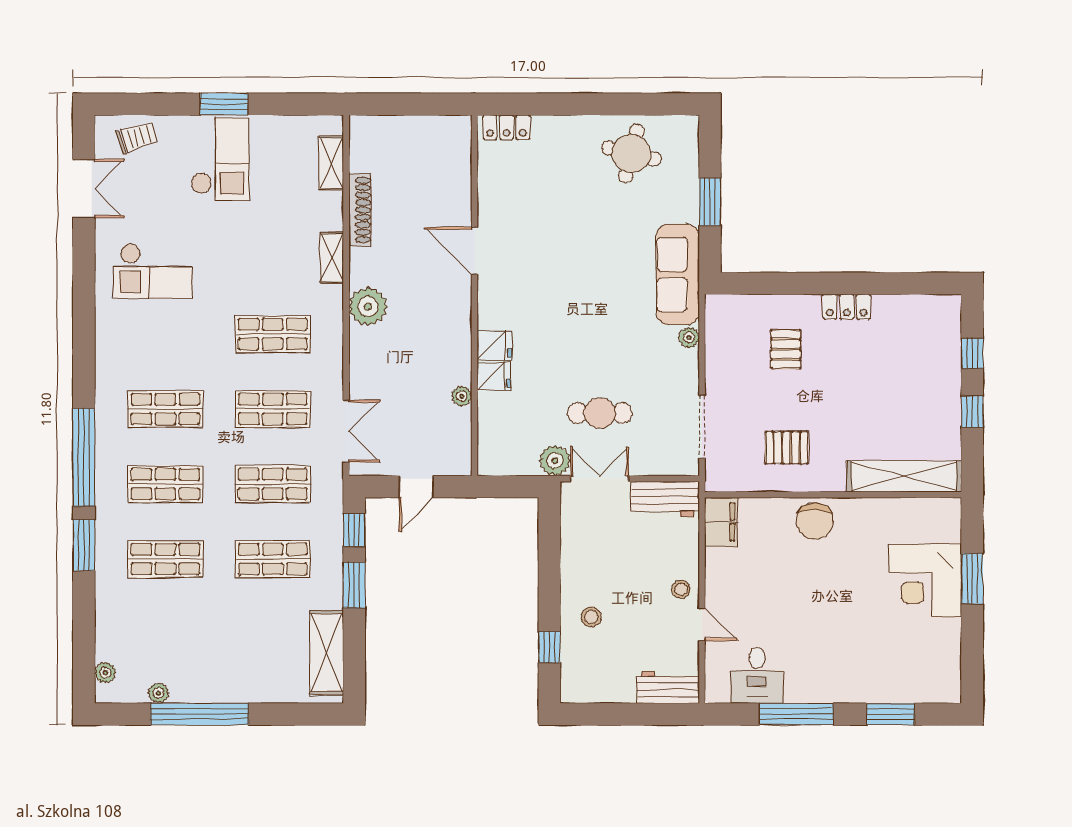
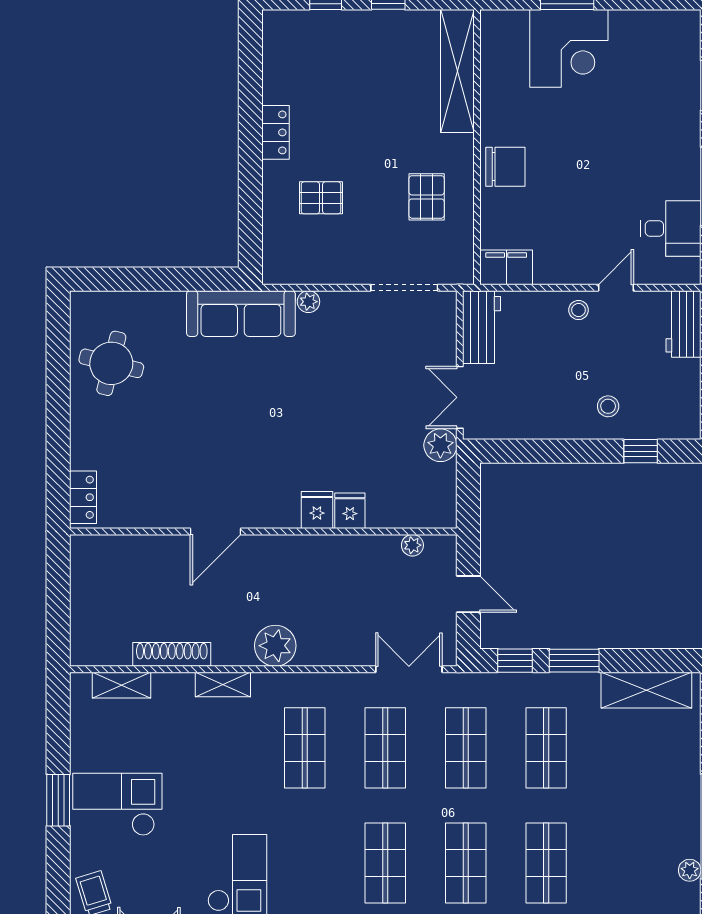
window: (710, 202) -> (163, 279), removed
plant: (462, 396) -> (412, 545), moved
cafe table: (600, 413) -> (390, 397), removed

